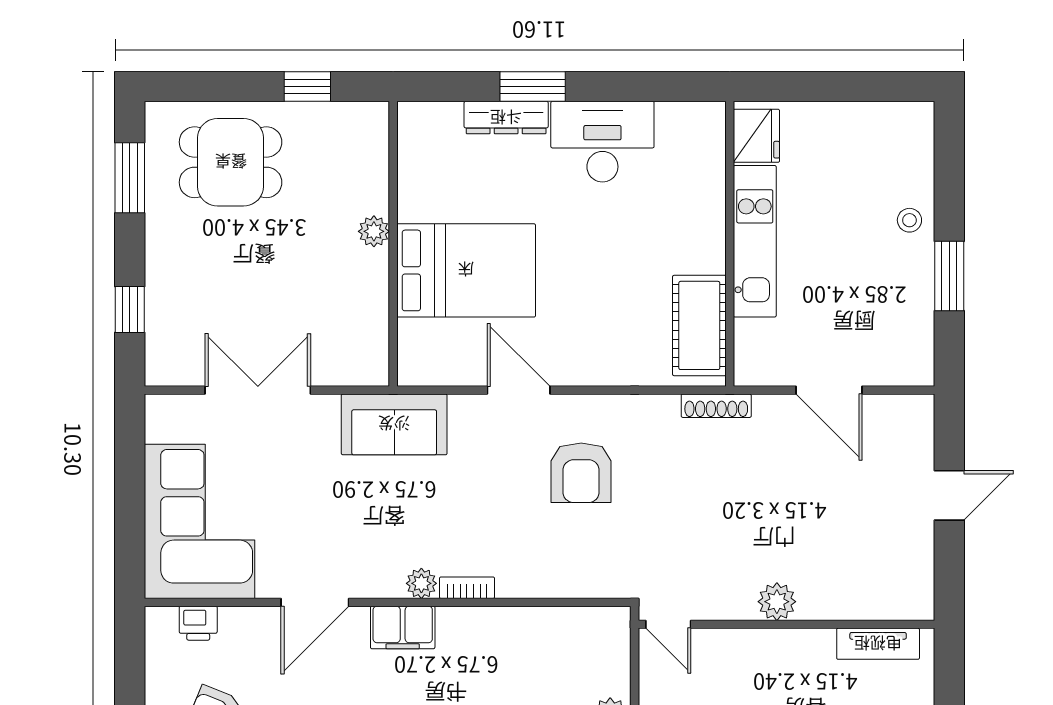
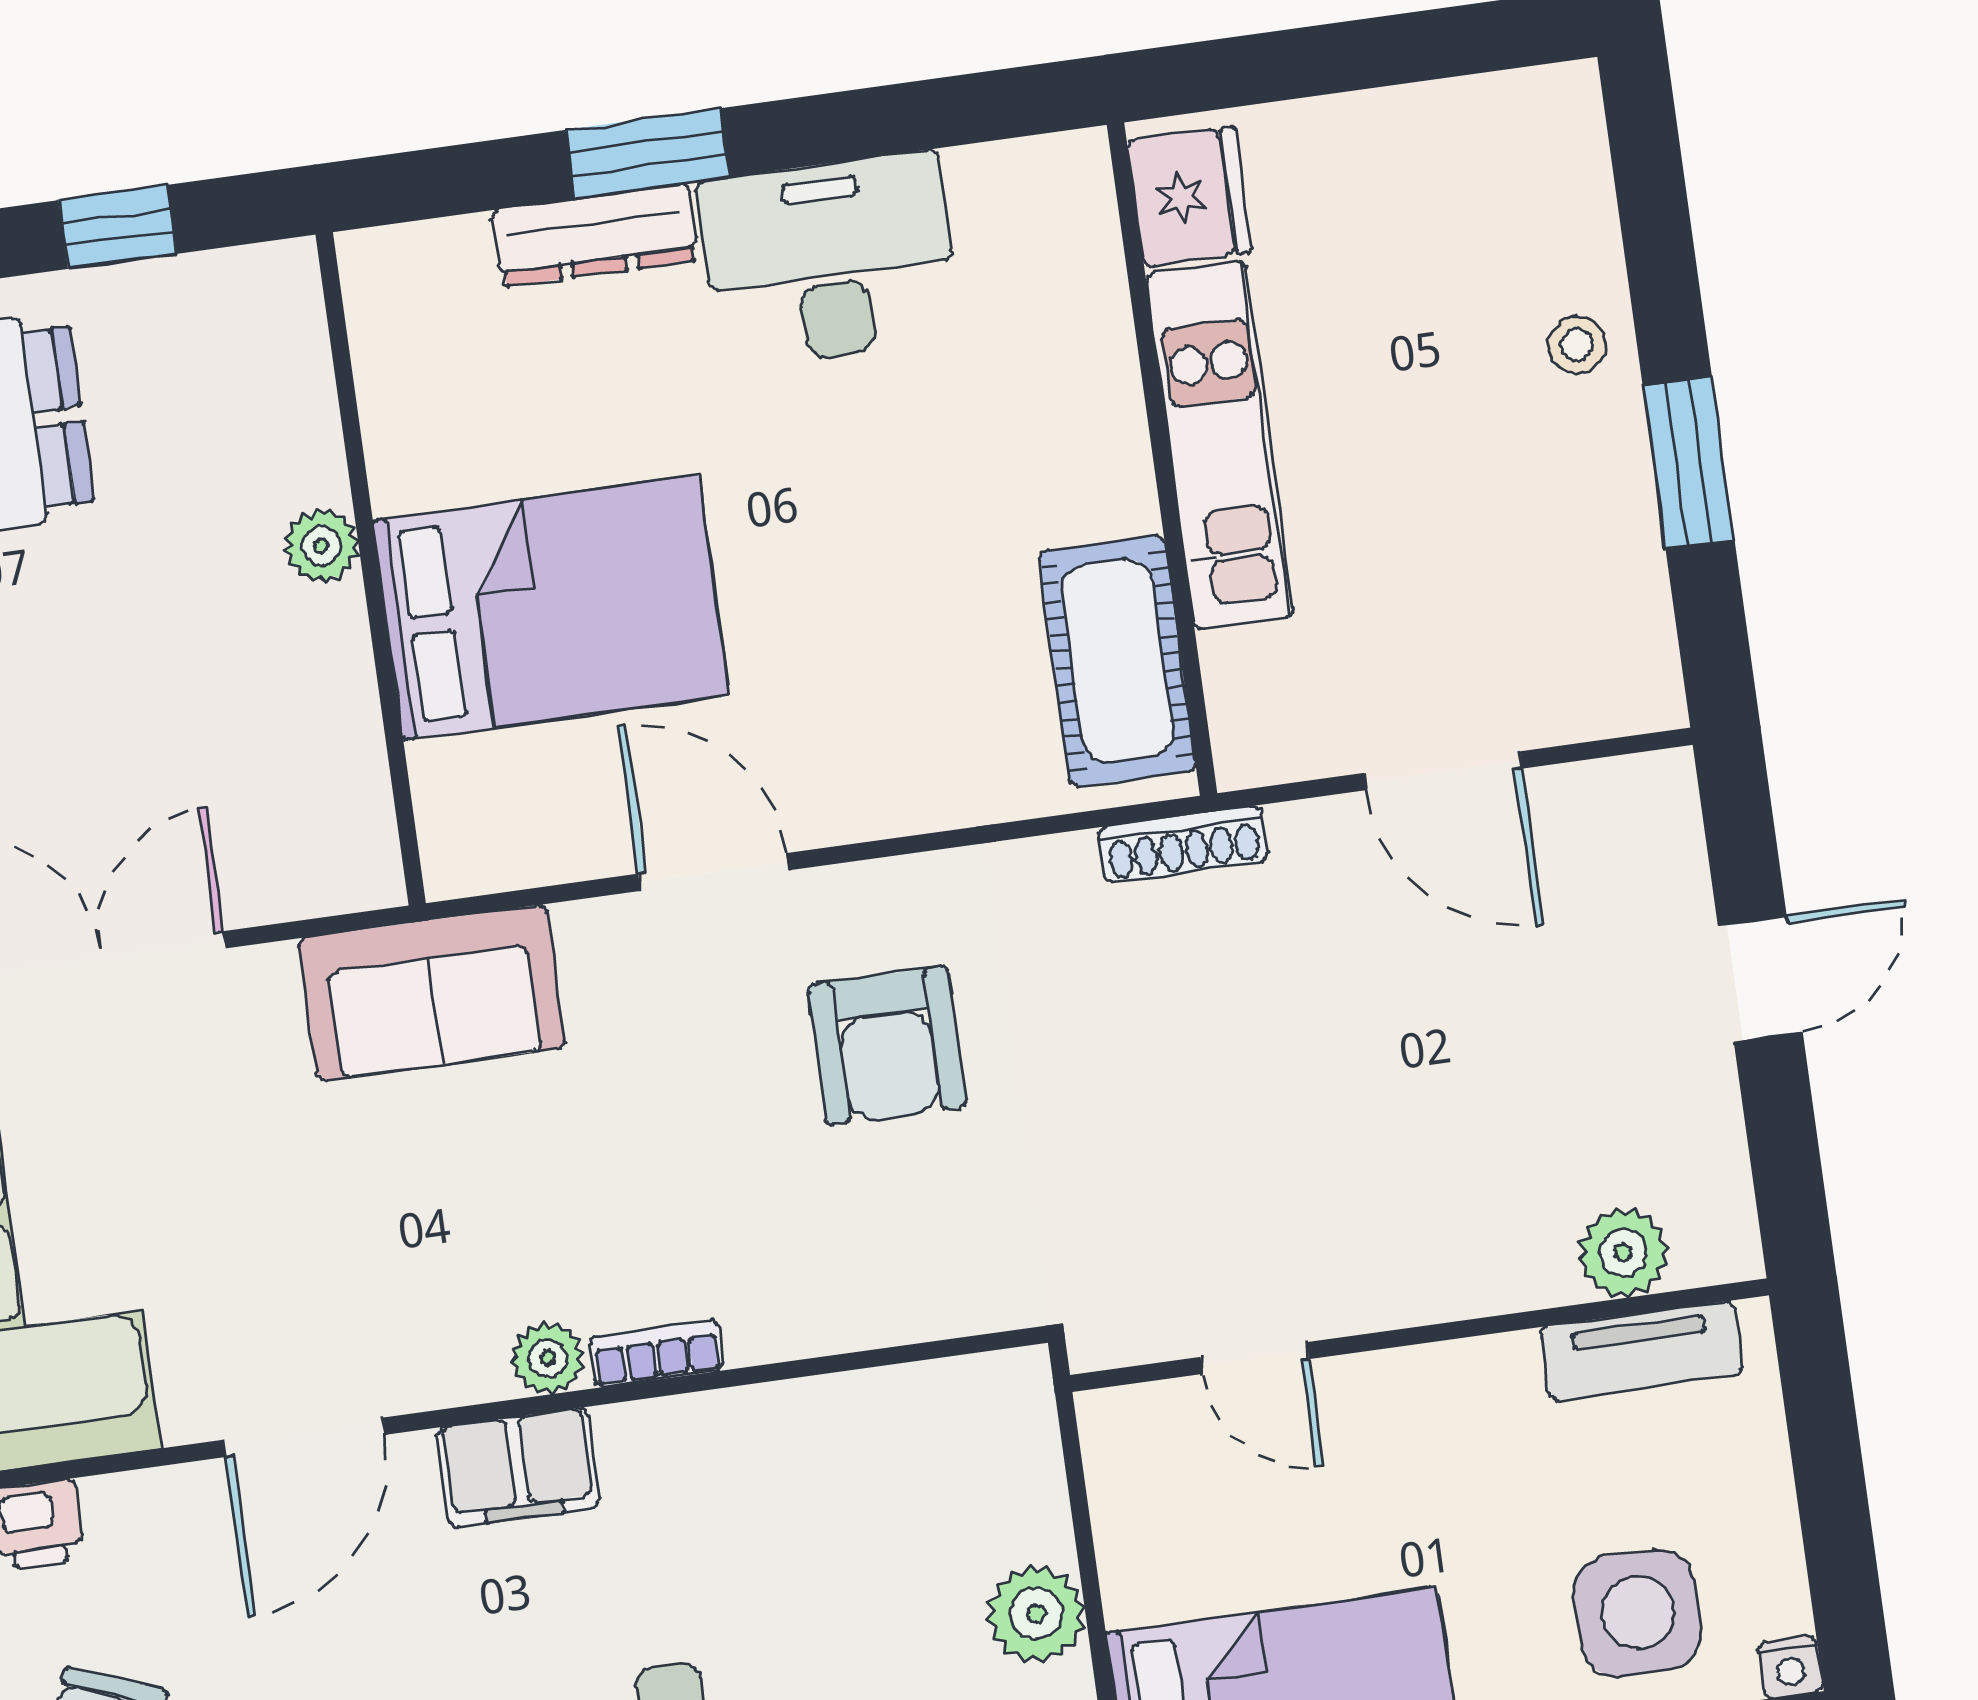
plant: (777, 602) -> (1623, 1253), moved
door: (668, 624) -> (1255, 1358), moved

